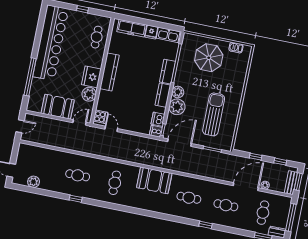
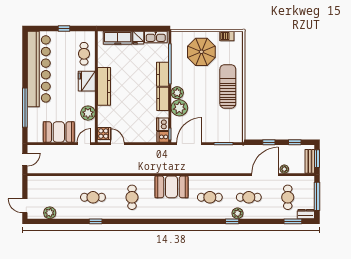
fridge: (91, 77) -> (87, 81), moved
sun lounger: (214, 114) -> (228, 86), moved
plant: (212, 218) -> (237, 213), added

